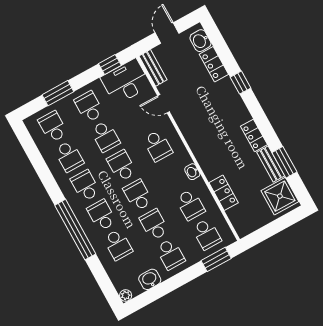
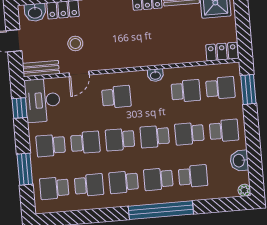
stool: (189, 88) -> (75, 43), added
locker: (224, 193) -> (222, 52), moved

